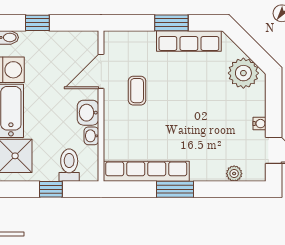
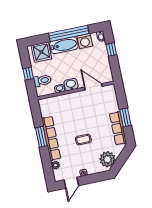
coffee table: (137, 91) -> (83, 140), moved
row of seats: (146, 171) -> (51, 138), moved

